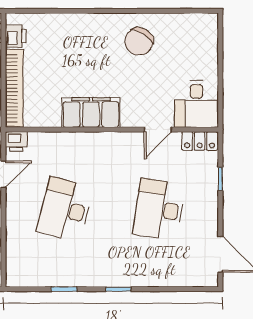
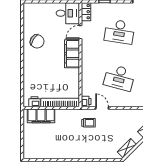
filing cabinet: (91, 112) -> (72, 54), moved
door: (158, 130) -> (80, 32), swing flipped

